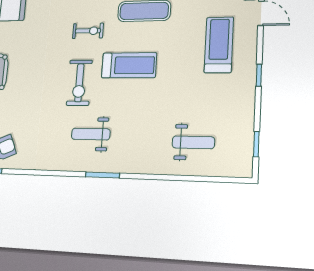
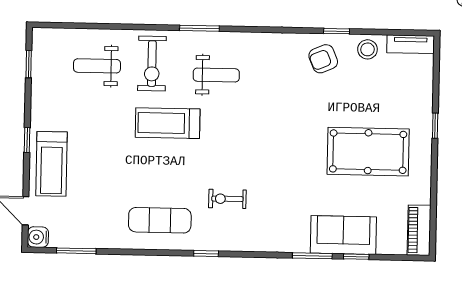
treadmill: (219, 45) -> (51, 164), moved
treadmill: (129, 65) -> (168, 123), moved
exercise bike: (79, 83) -> (152, 64), moved, turned 180

